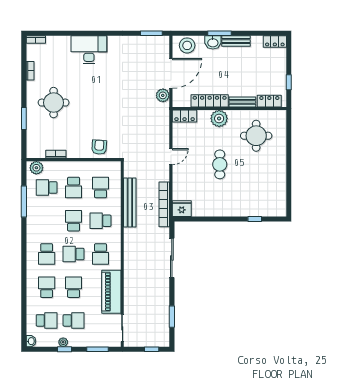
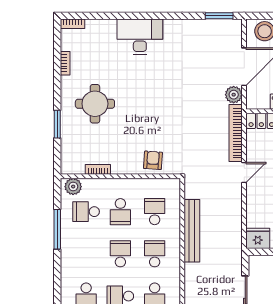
bookcase: (164, 204) -> (236, 133), moved
school desk: (101, 221) -> (155, 254), turned 90

